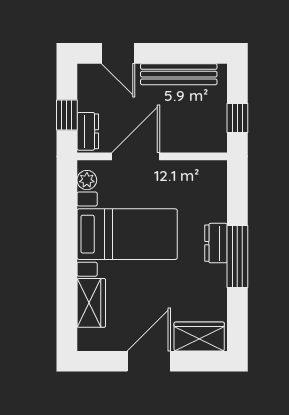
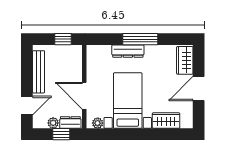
plant: (87, 100) -> (53, 123), added
dresser: (216, 243) -> (128, 51), width x1.44
door: (149, 361) -> (199, 89), hinge flipped

